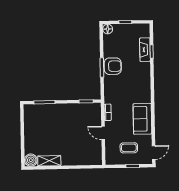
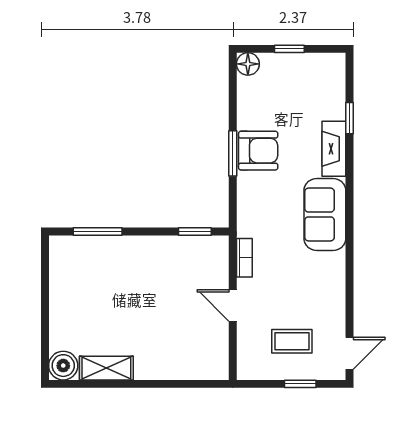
fireplace: (145, 50) -> (334, 149), moved
sofa: (142, 119) -> (325, 214), moved

